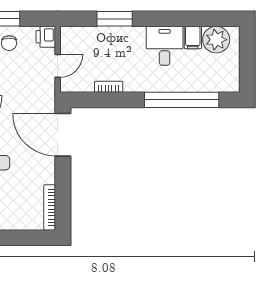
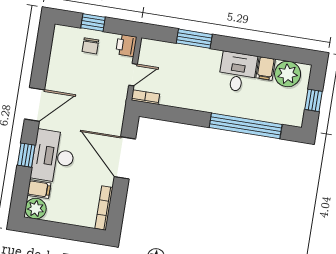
window: (247, 62) -> (314, 100), added
bookcase: (109, 87) -> (145, 97), moved
door: (63, 135) -> (125, 158), moved

